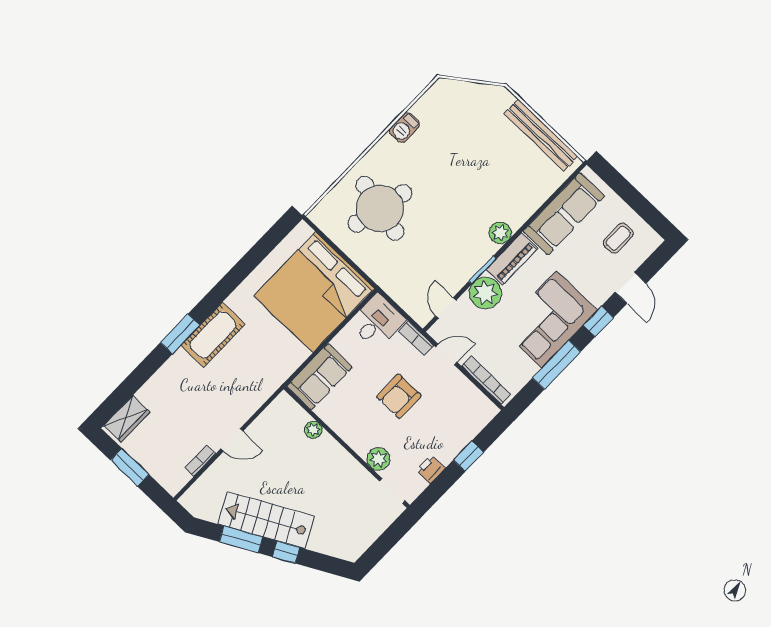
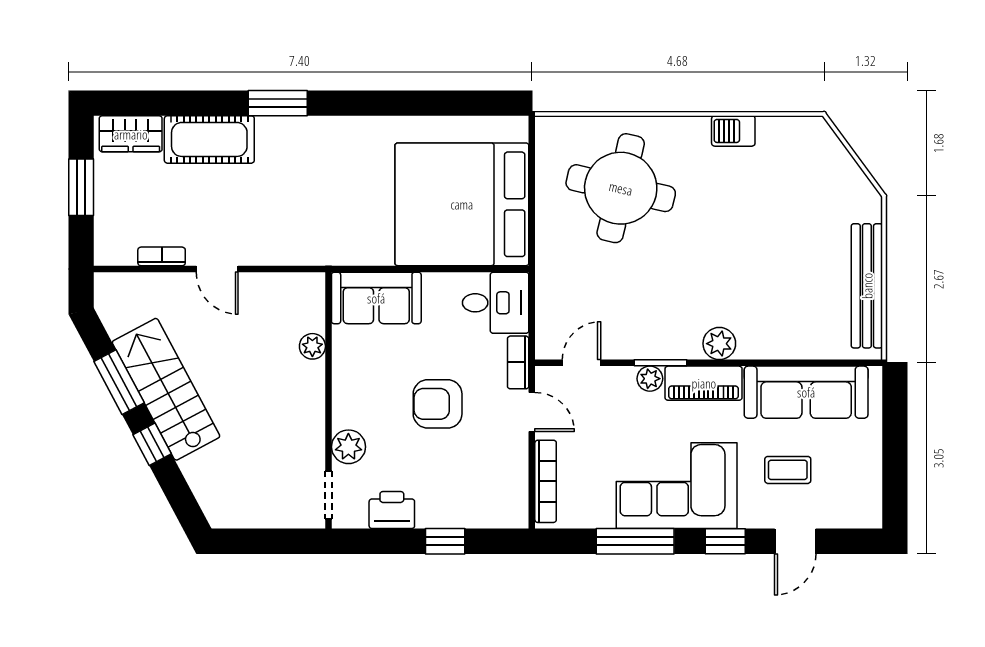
coffee table: (618, 238) -> (788, 470), moved
plant: (485, 293) -> (650, 379), width x0.53, depth x0.53
cot: (213, 335) -> (209, 139), moved
printer: (431, 469) -> (392, 510), width x1.36, depth x1.24

